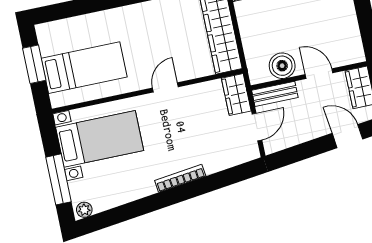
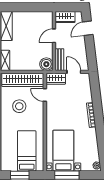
stool: (168, 35) -> (19, 106), added
boiler: (282, 66) -> (46, 64), moved
door: (165, 87) -> (45, 95), moved
window: (58, 179) -> (67, 175), moved

